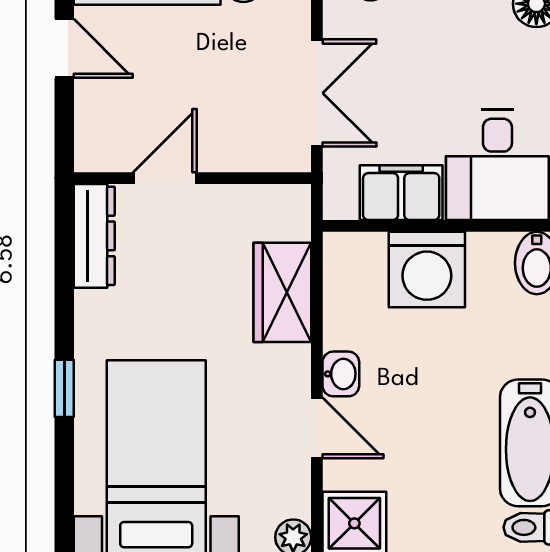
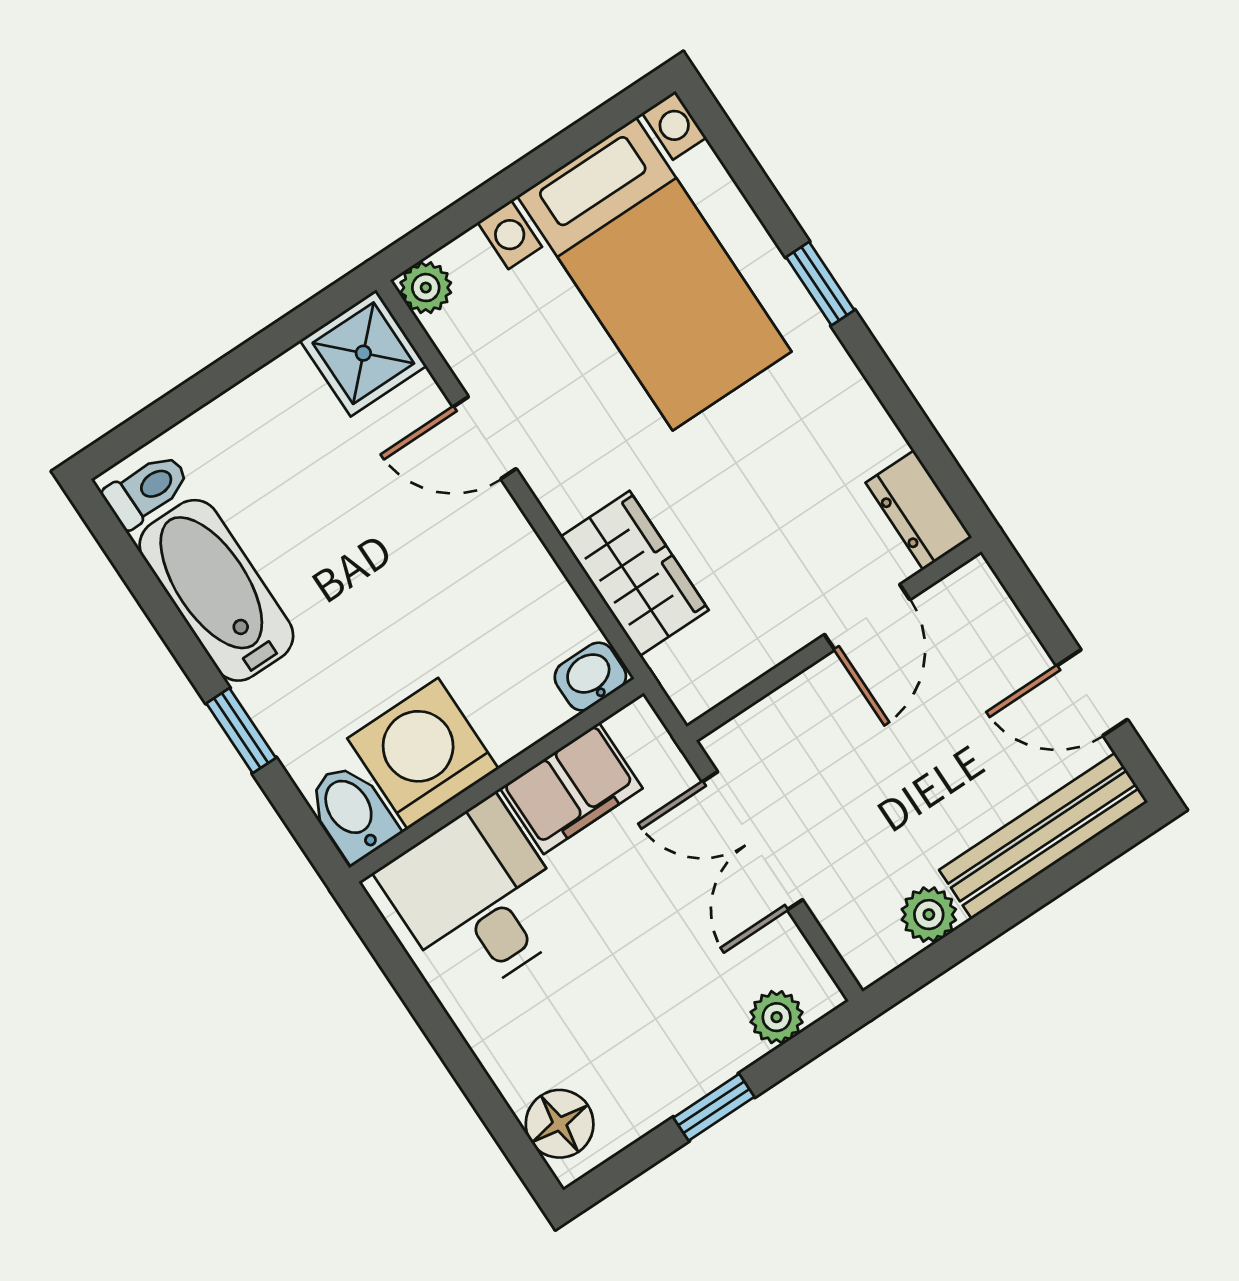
dresser: (94, 236) -> (919, 510), width x0.70
washing machine: (427, 270) -> (423, 754), moved
washbasin: (341, 374) -> (590, 677), moved, turned 90

